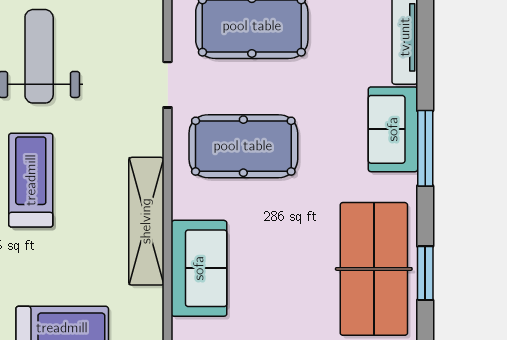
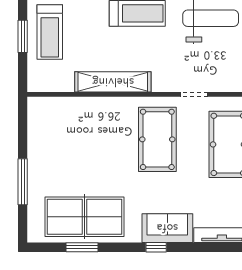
window: (425, 148) -> (156, 247), width x0.46
sofa: (199, 268) -> (85, 113), removed

